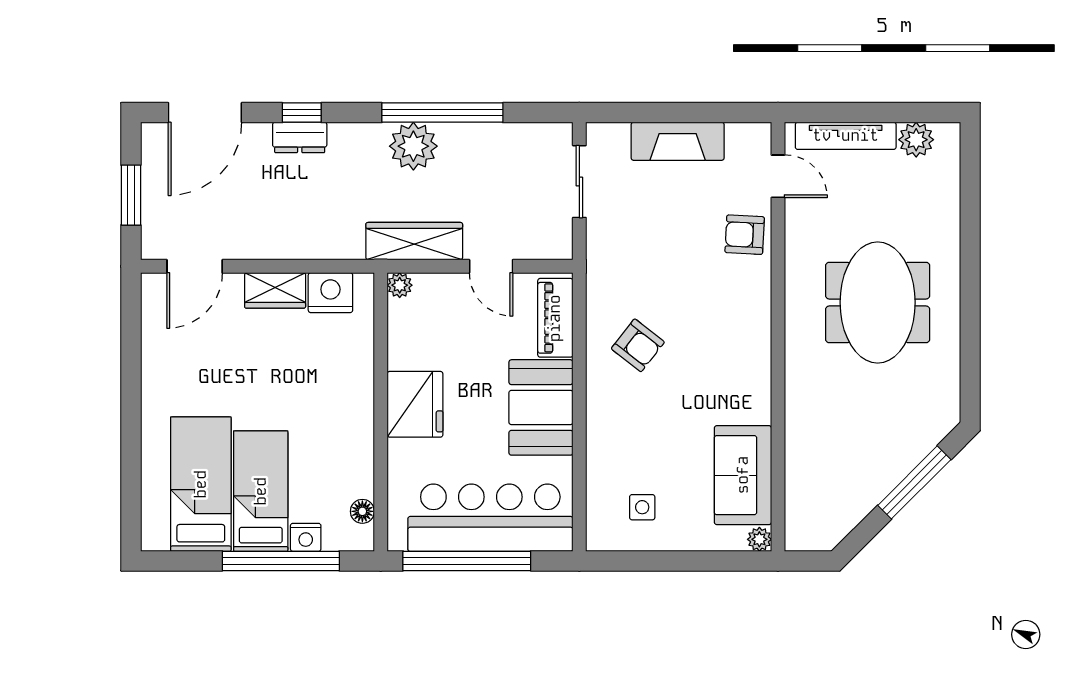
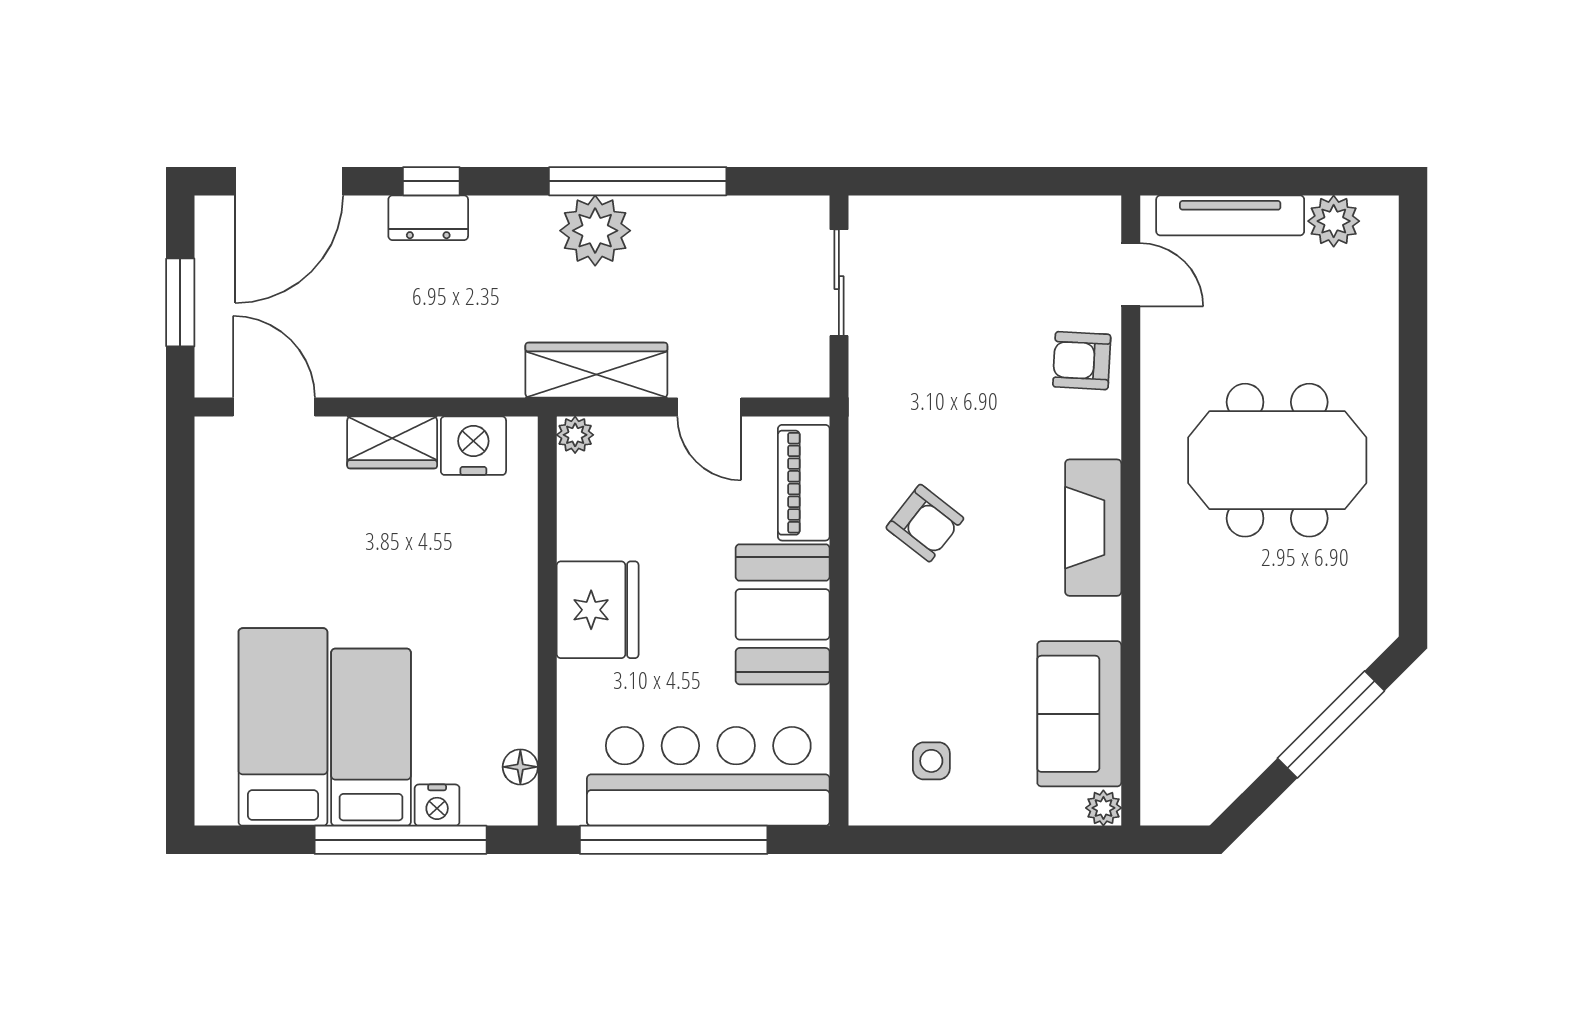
fireplace: (678, 141) -> (1093, 528), moved, turned 90
door: (195, 266) -> (274, 407), swing flipped
meeting table: (878, 302) -> (1277, 460), turned 90

